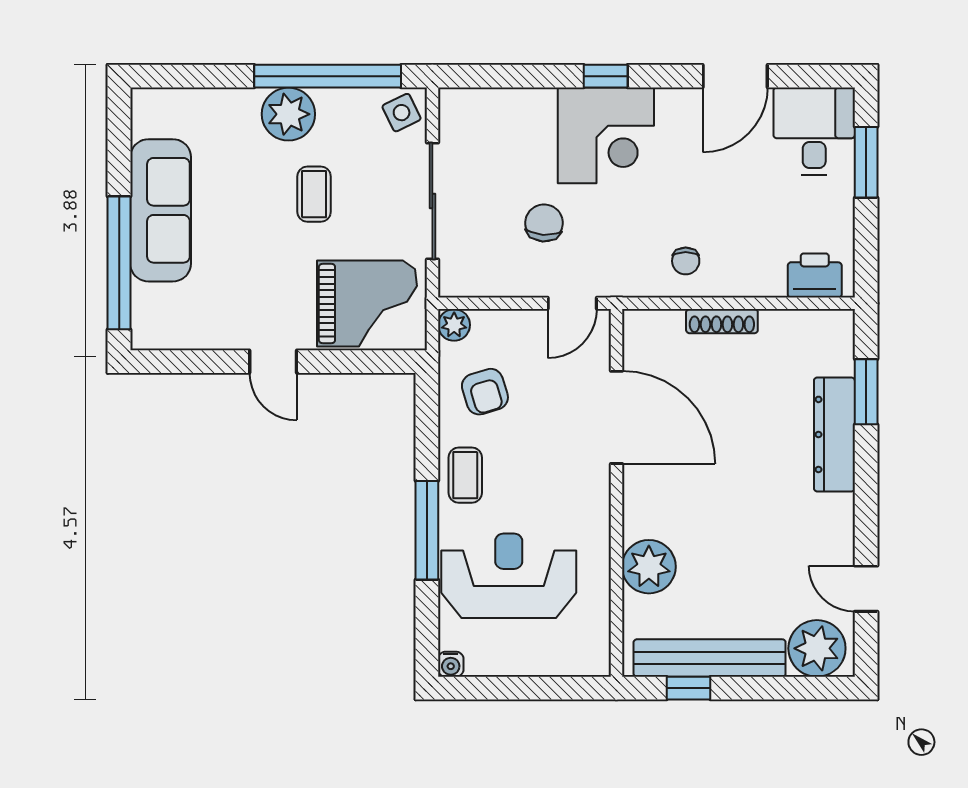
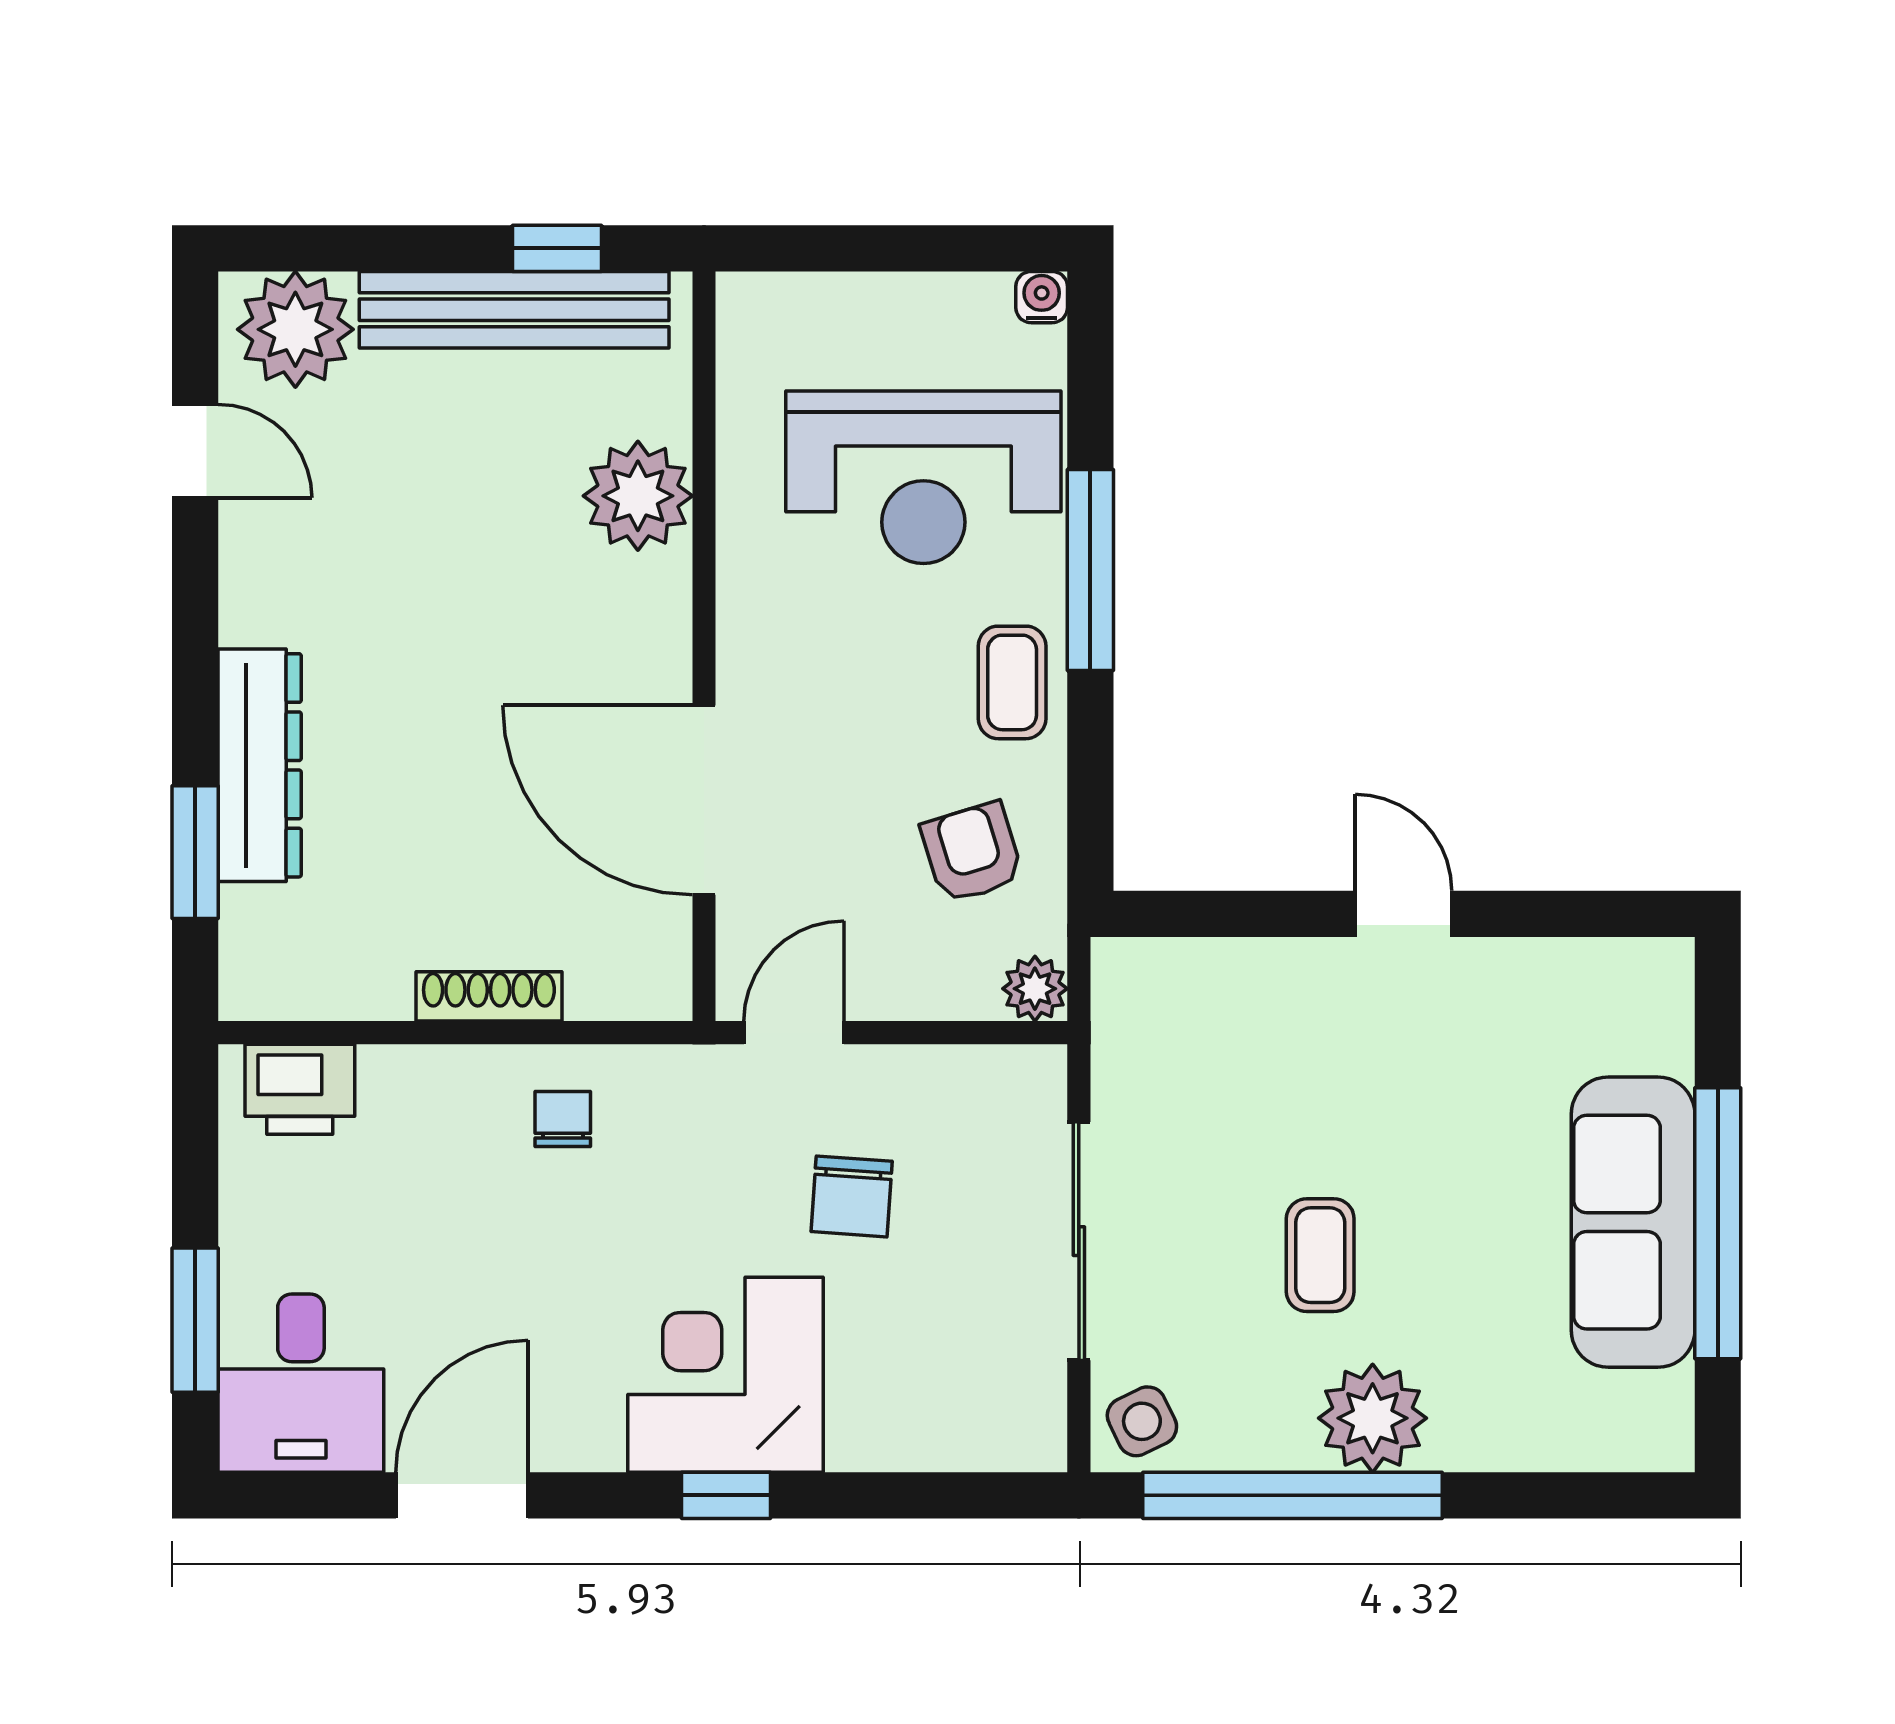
window: (119, 263) -> (1718, 1223), moved
grand piano: (367, 304) -> (1213, 1032), removed

